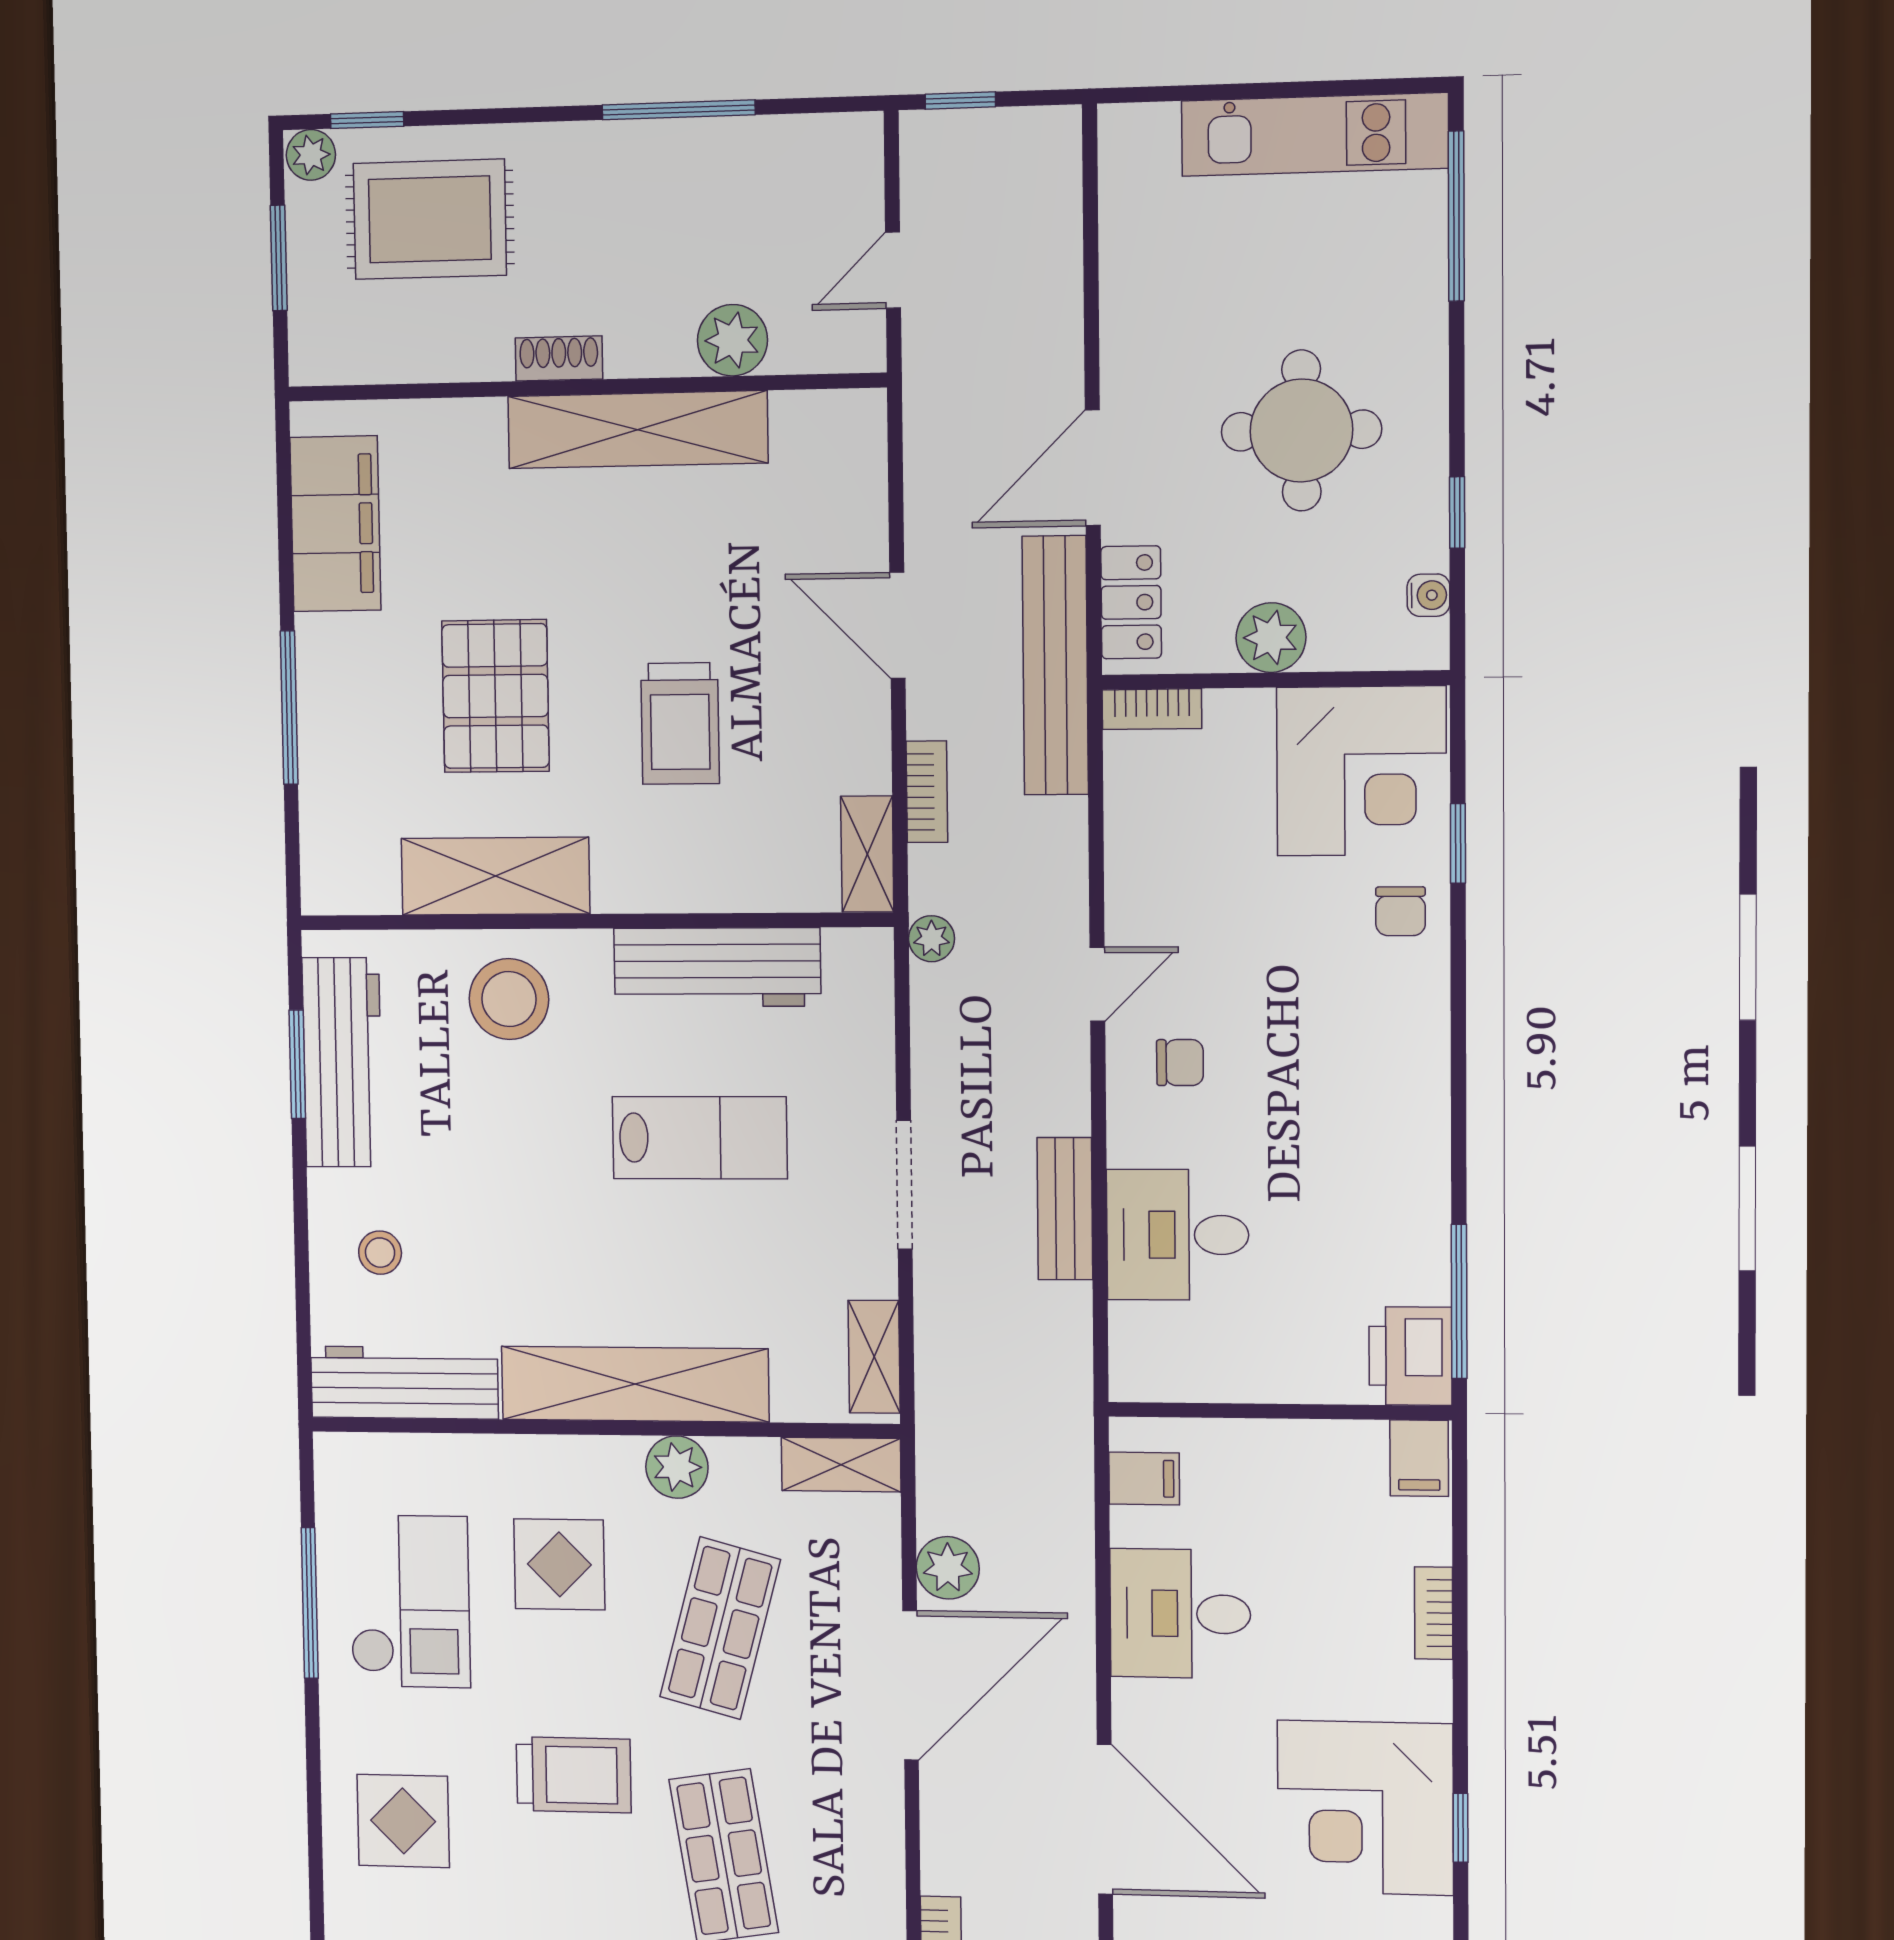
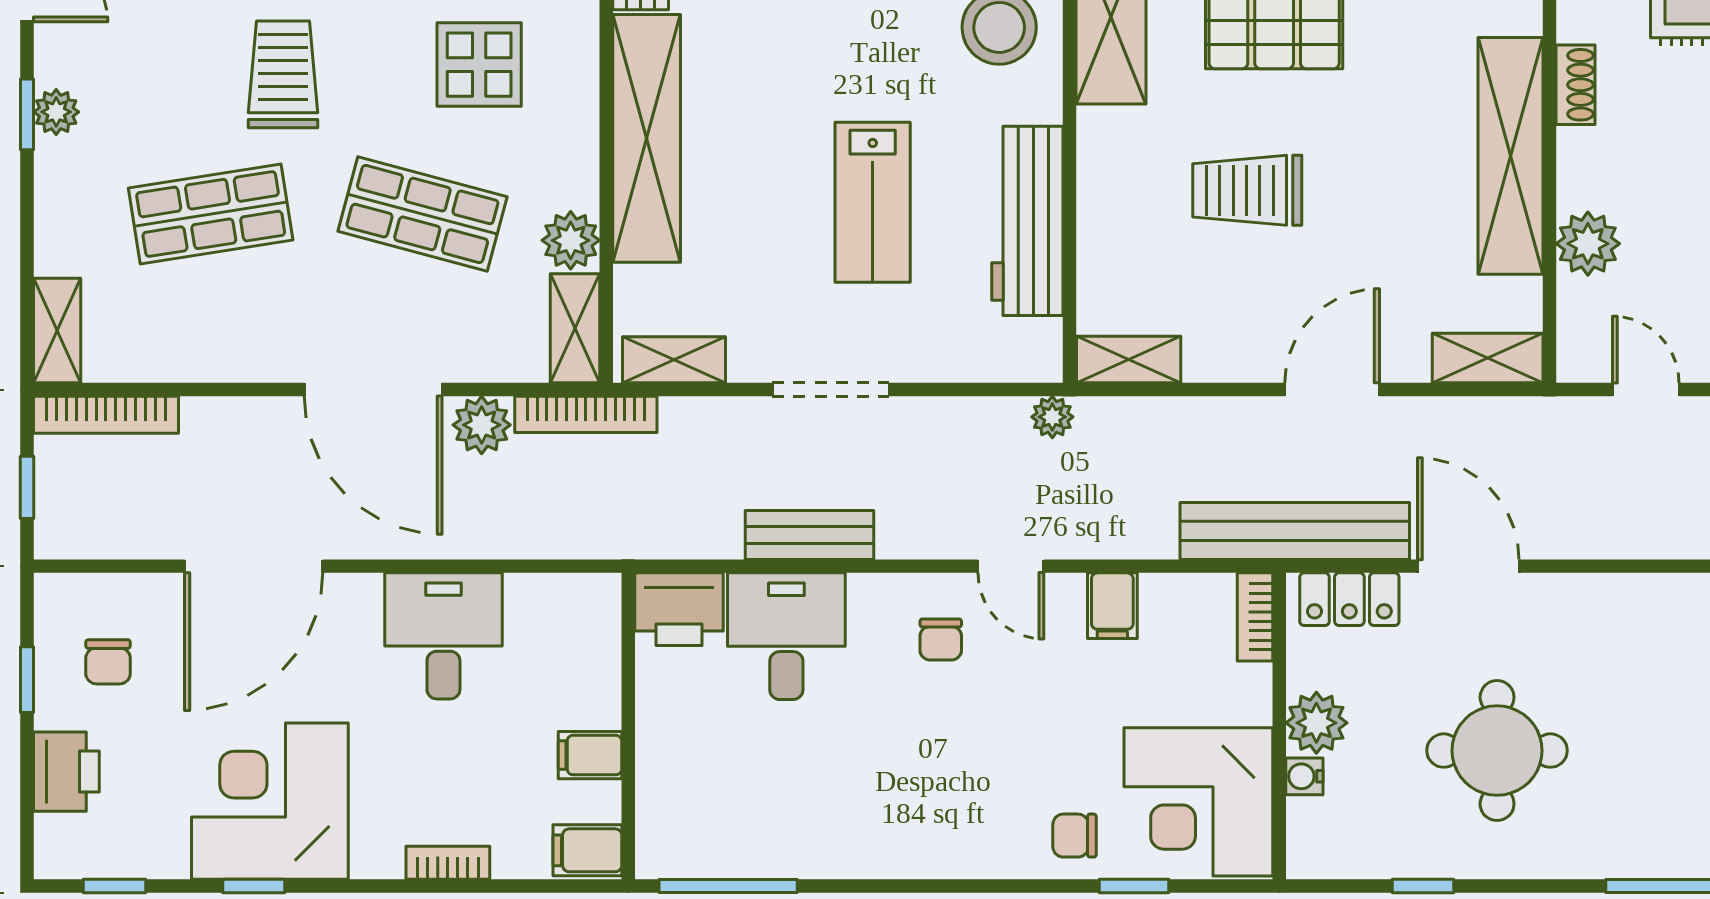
shelving: (860, 451) -> (1488, 358), added
water cooler: (1428, 595) -> (1304, 776), moved, turned 90
bookcase: (927, 792) -> (586, 414), moved, width x1.56
filing cabinet: (1141, 870) -> (1112, 606), added
printer: (1410, 1356) -> (679, 609), moved, turned 180
plant: (677, 1467) -> (571, 240), moved
filing cabinet: (1144, 1479) -> (590, 755), moved, turned 90
trolley: (574, 1775) -> (283, 74), turned 180

